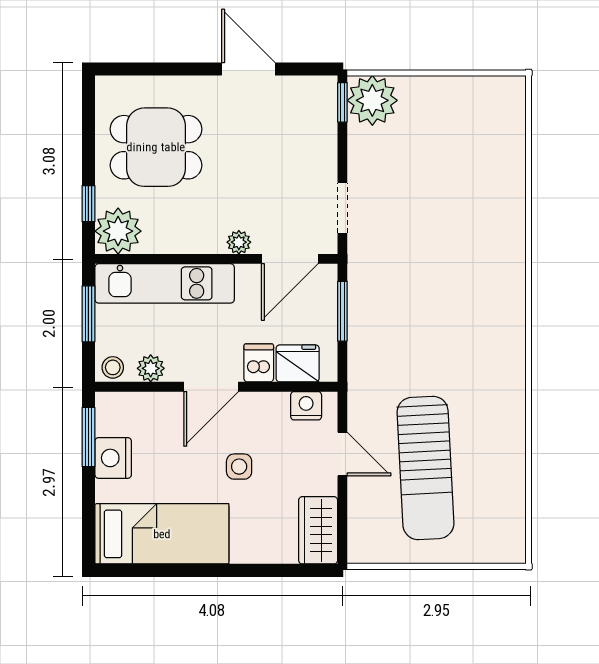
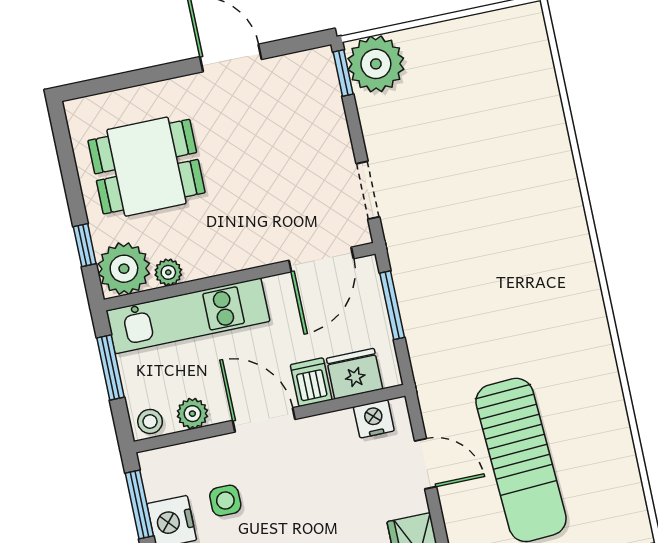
plant: (239, 242) -> (168, 272), moved
door: (211, 387) -> (264, 420), swing flipped
side table: (239, 467) -> (225, 501), moved

